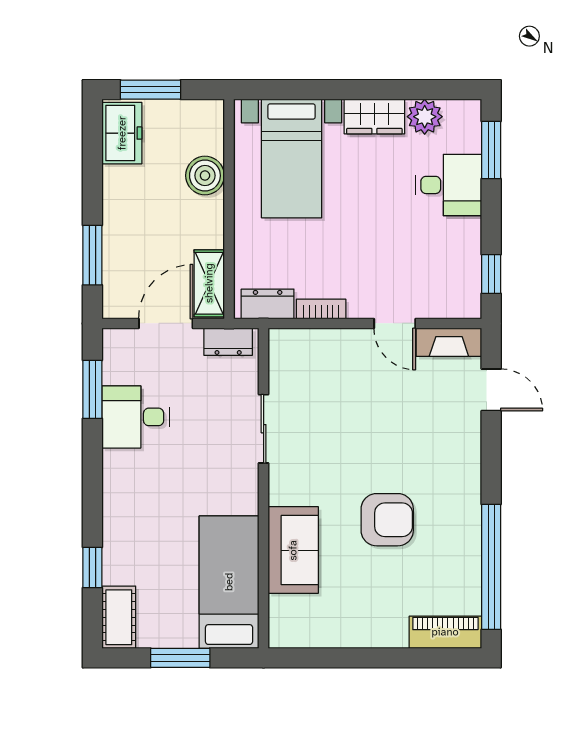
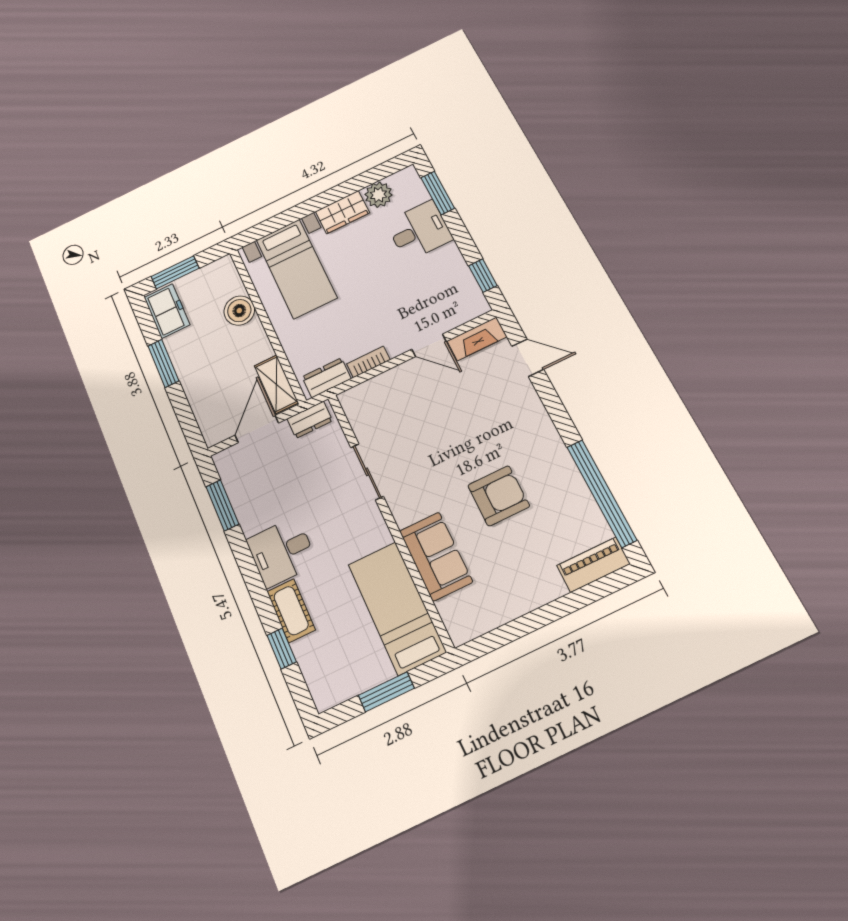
window: (92, 255) -> (163, 363), moved
desk: (135, 417) -> (282, 552), moved
cot: (119, 617) -> (291, 611), moved

